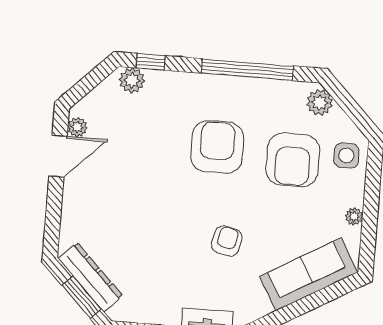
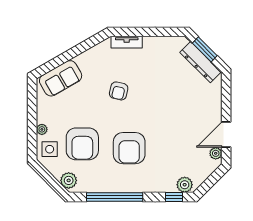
armchair: (293, 160) -> (82, 144), turned 180
plant: (354, 216) -> (42, 129), moved
sofa: (309, 274) -> (61, 78), width x0.73

